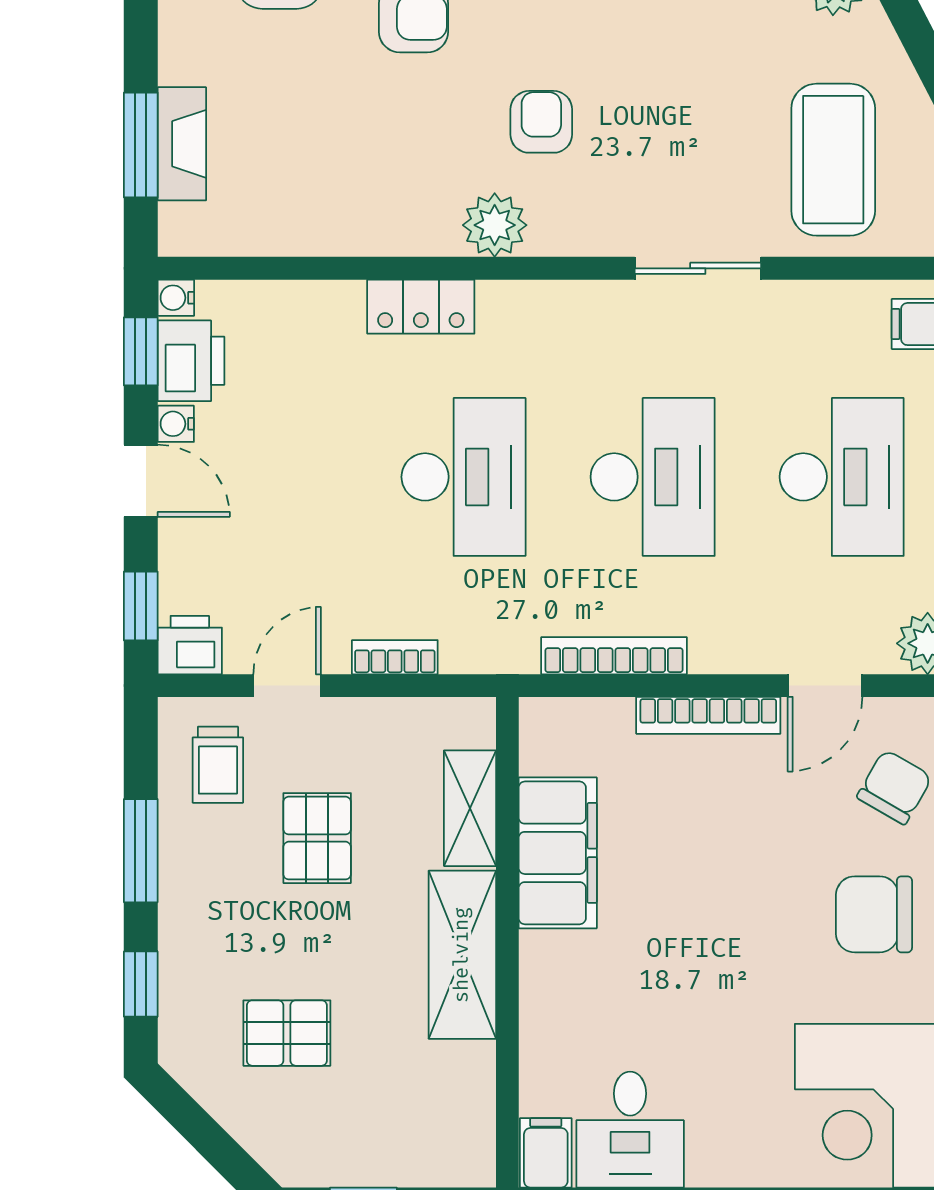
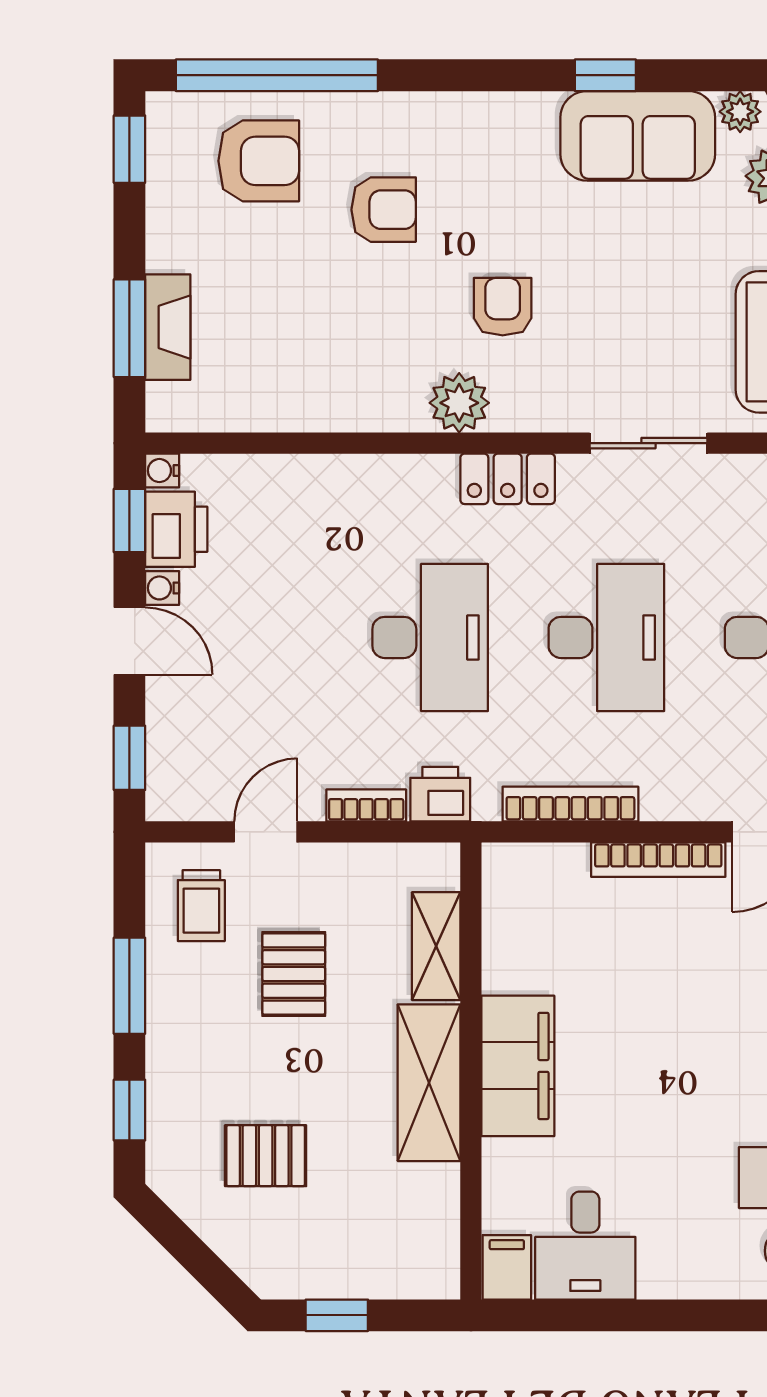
locker: (421, 307) -> (508, 479), moved
printer: (190, 645) -> (440, 794), moved
filing cabinet: (558, 853) -> (518, 1066), moved

